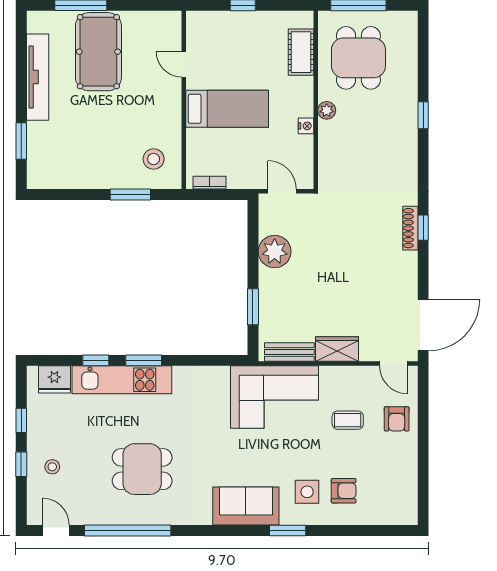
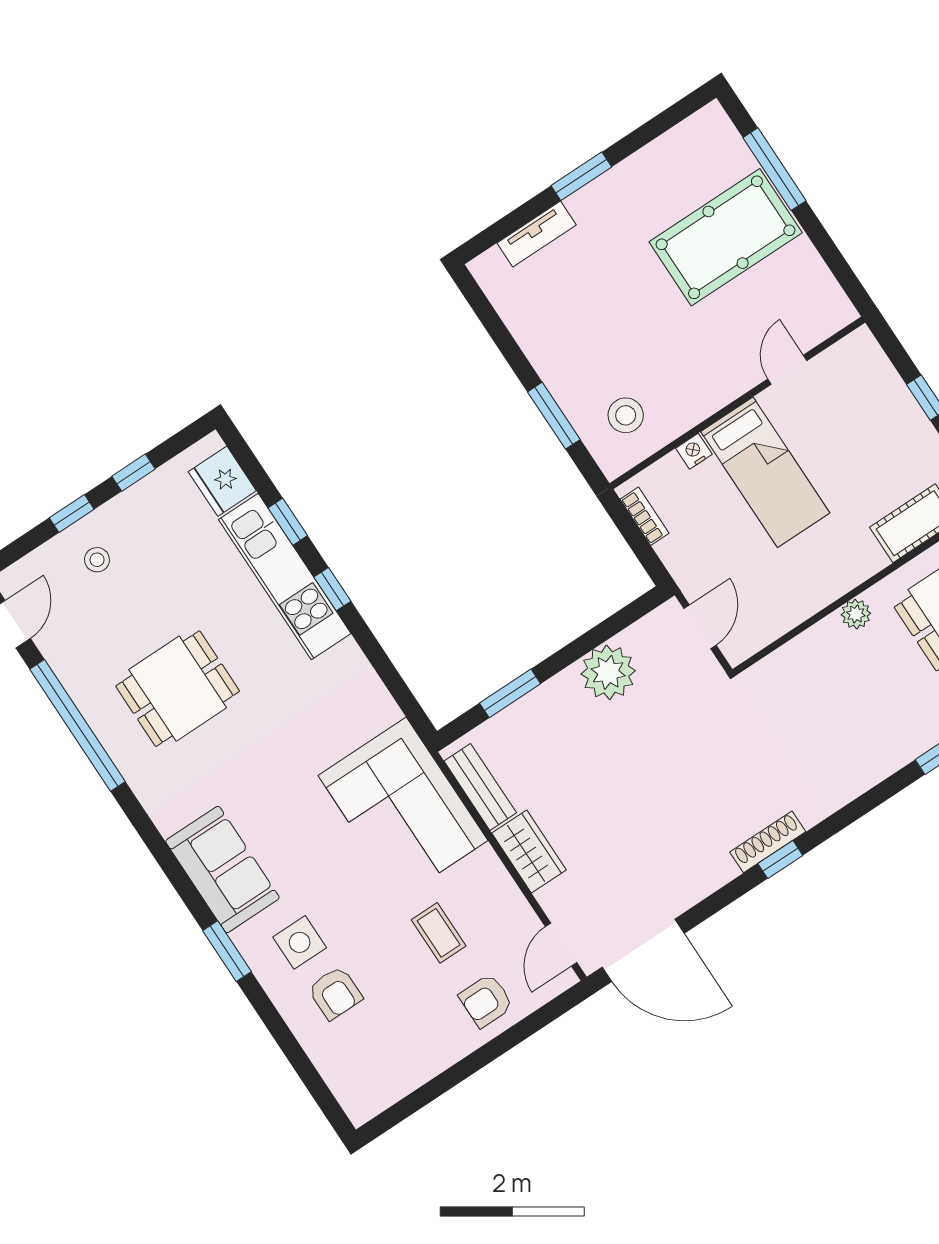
tv unit: (38, 77) -> (537, 234), moved, width x0.52, depth x0.78
nightstand: (306, 126) -> (694, 451), moved, turned 180
window: (21, 141) -> (581, 176), moved
window: (144, 360) -> (332, 589), width x0.67
dining table: (142, 469) -> (178, 689), turned 90

